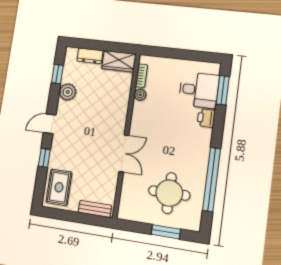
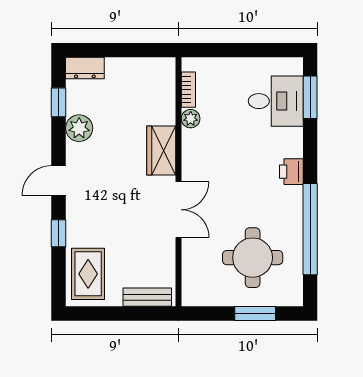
dresser: (90, 56) -> (85, 68), moved
wardrobe: (119, 61) -> (161, 151), moved, turned 90
printer: (206, 118) -> (291, 172), moved

